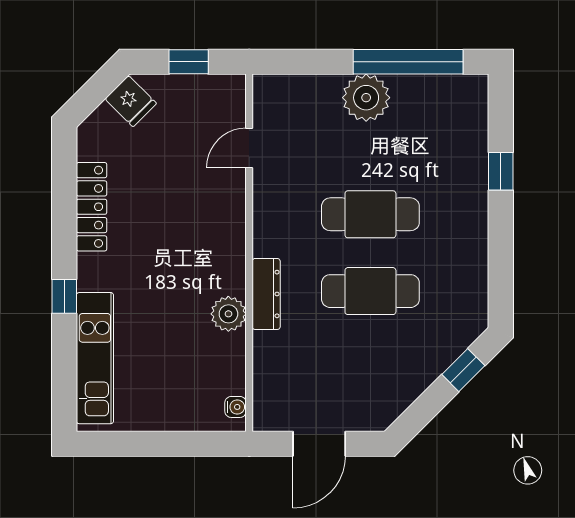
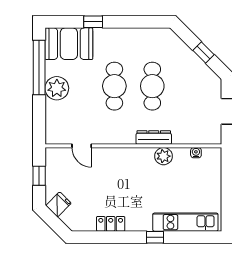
booth: (456, 122) -> (69, 44), added
locker: (92, 207) -> (111, 224), width x0.66
window: (463, 370) -> (203, 52), moved
water cooler: (236, 407) -> (196, 153), moved

